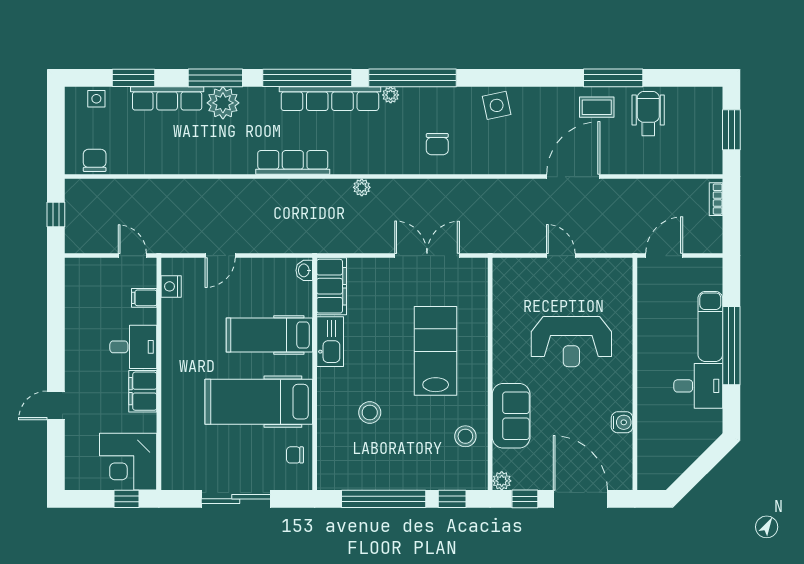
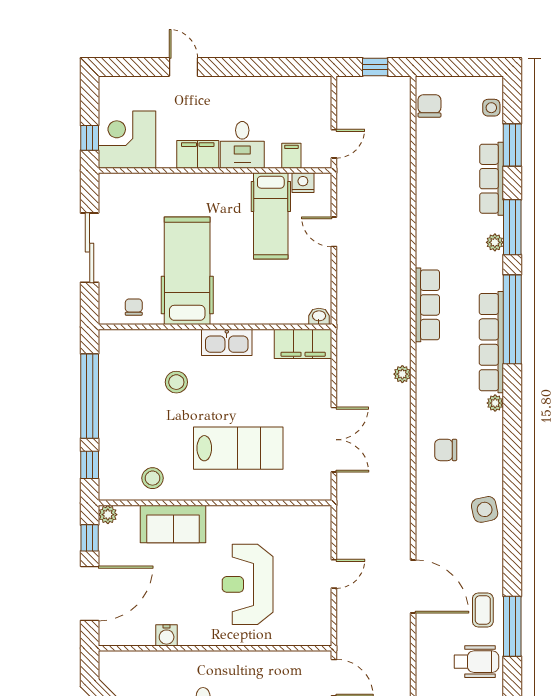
window: (413, 78) -> (512, 425), removed
plant: (223, 103) -> (495, 242), width x0.53, depth x0.53
chair: (95, 160) -> (429, 106), turned -90
hospital bed: (269, 335) -> (271, 216), moved, turned 180
kitchen sink: (330, 342) -> (227, 342), moved

